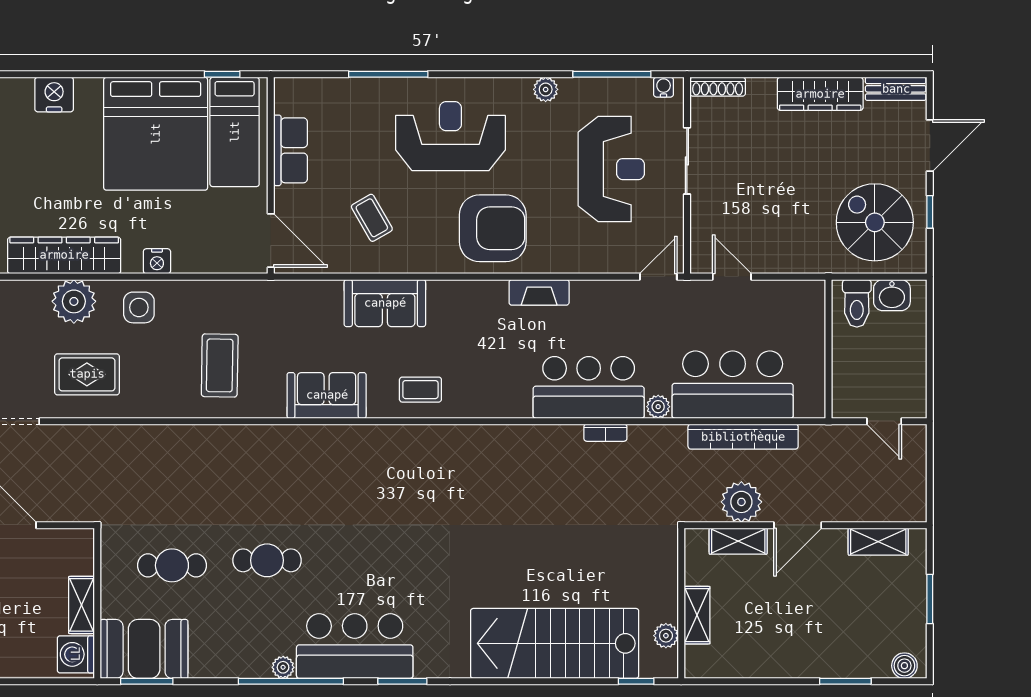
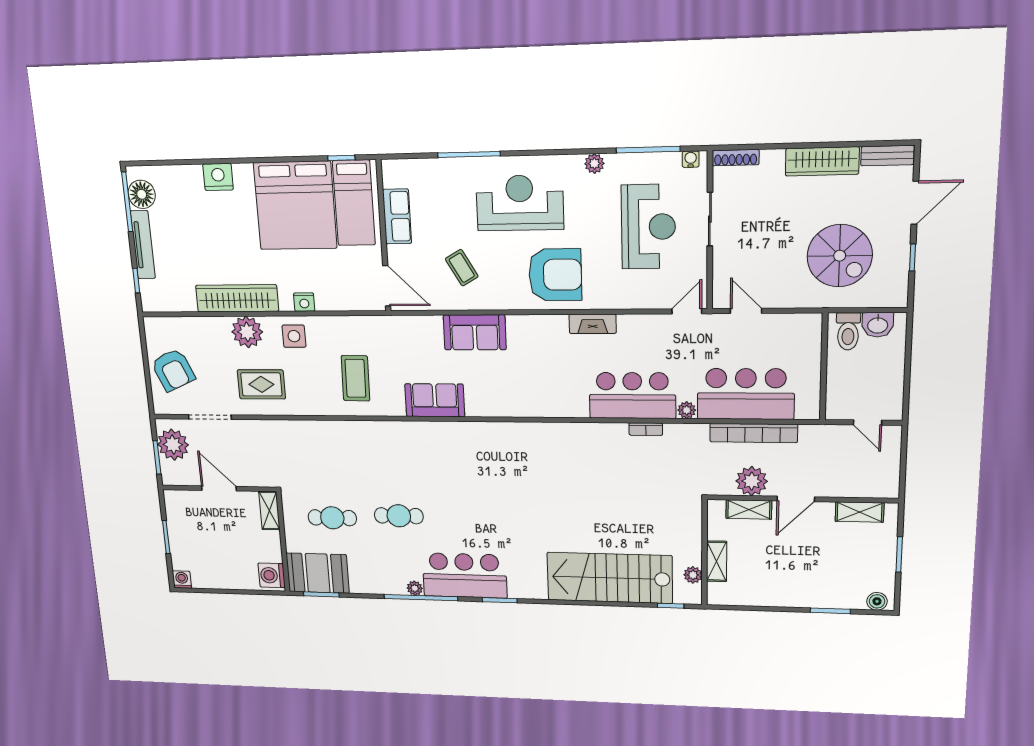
spiral stairs: (875, 222) -> (840, 256), moved, turned 180
coffee table: (420, 390) -> (504, 396), removed
shelving: (82, 605) -> (269, 511), moved

